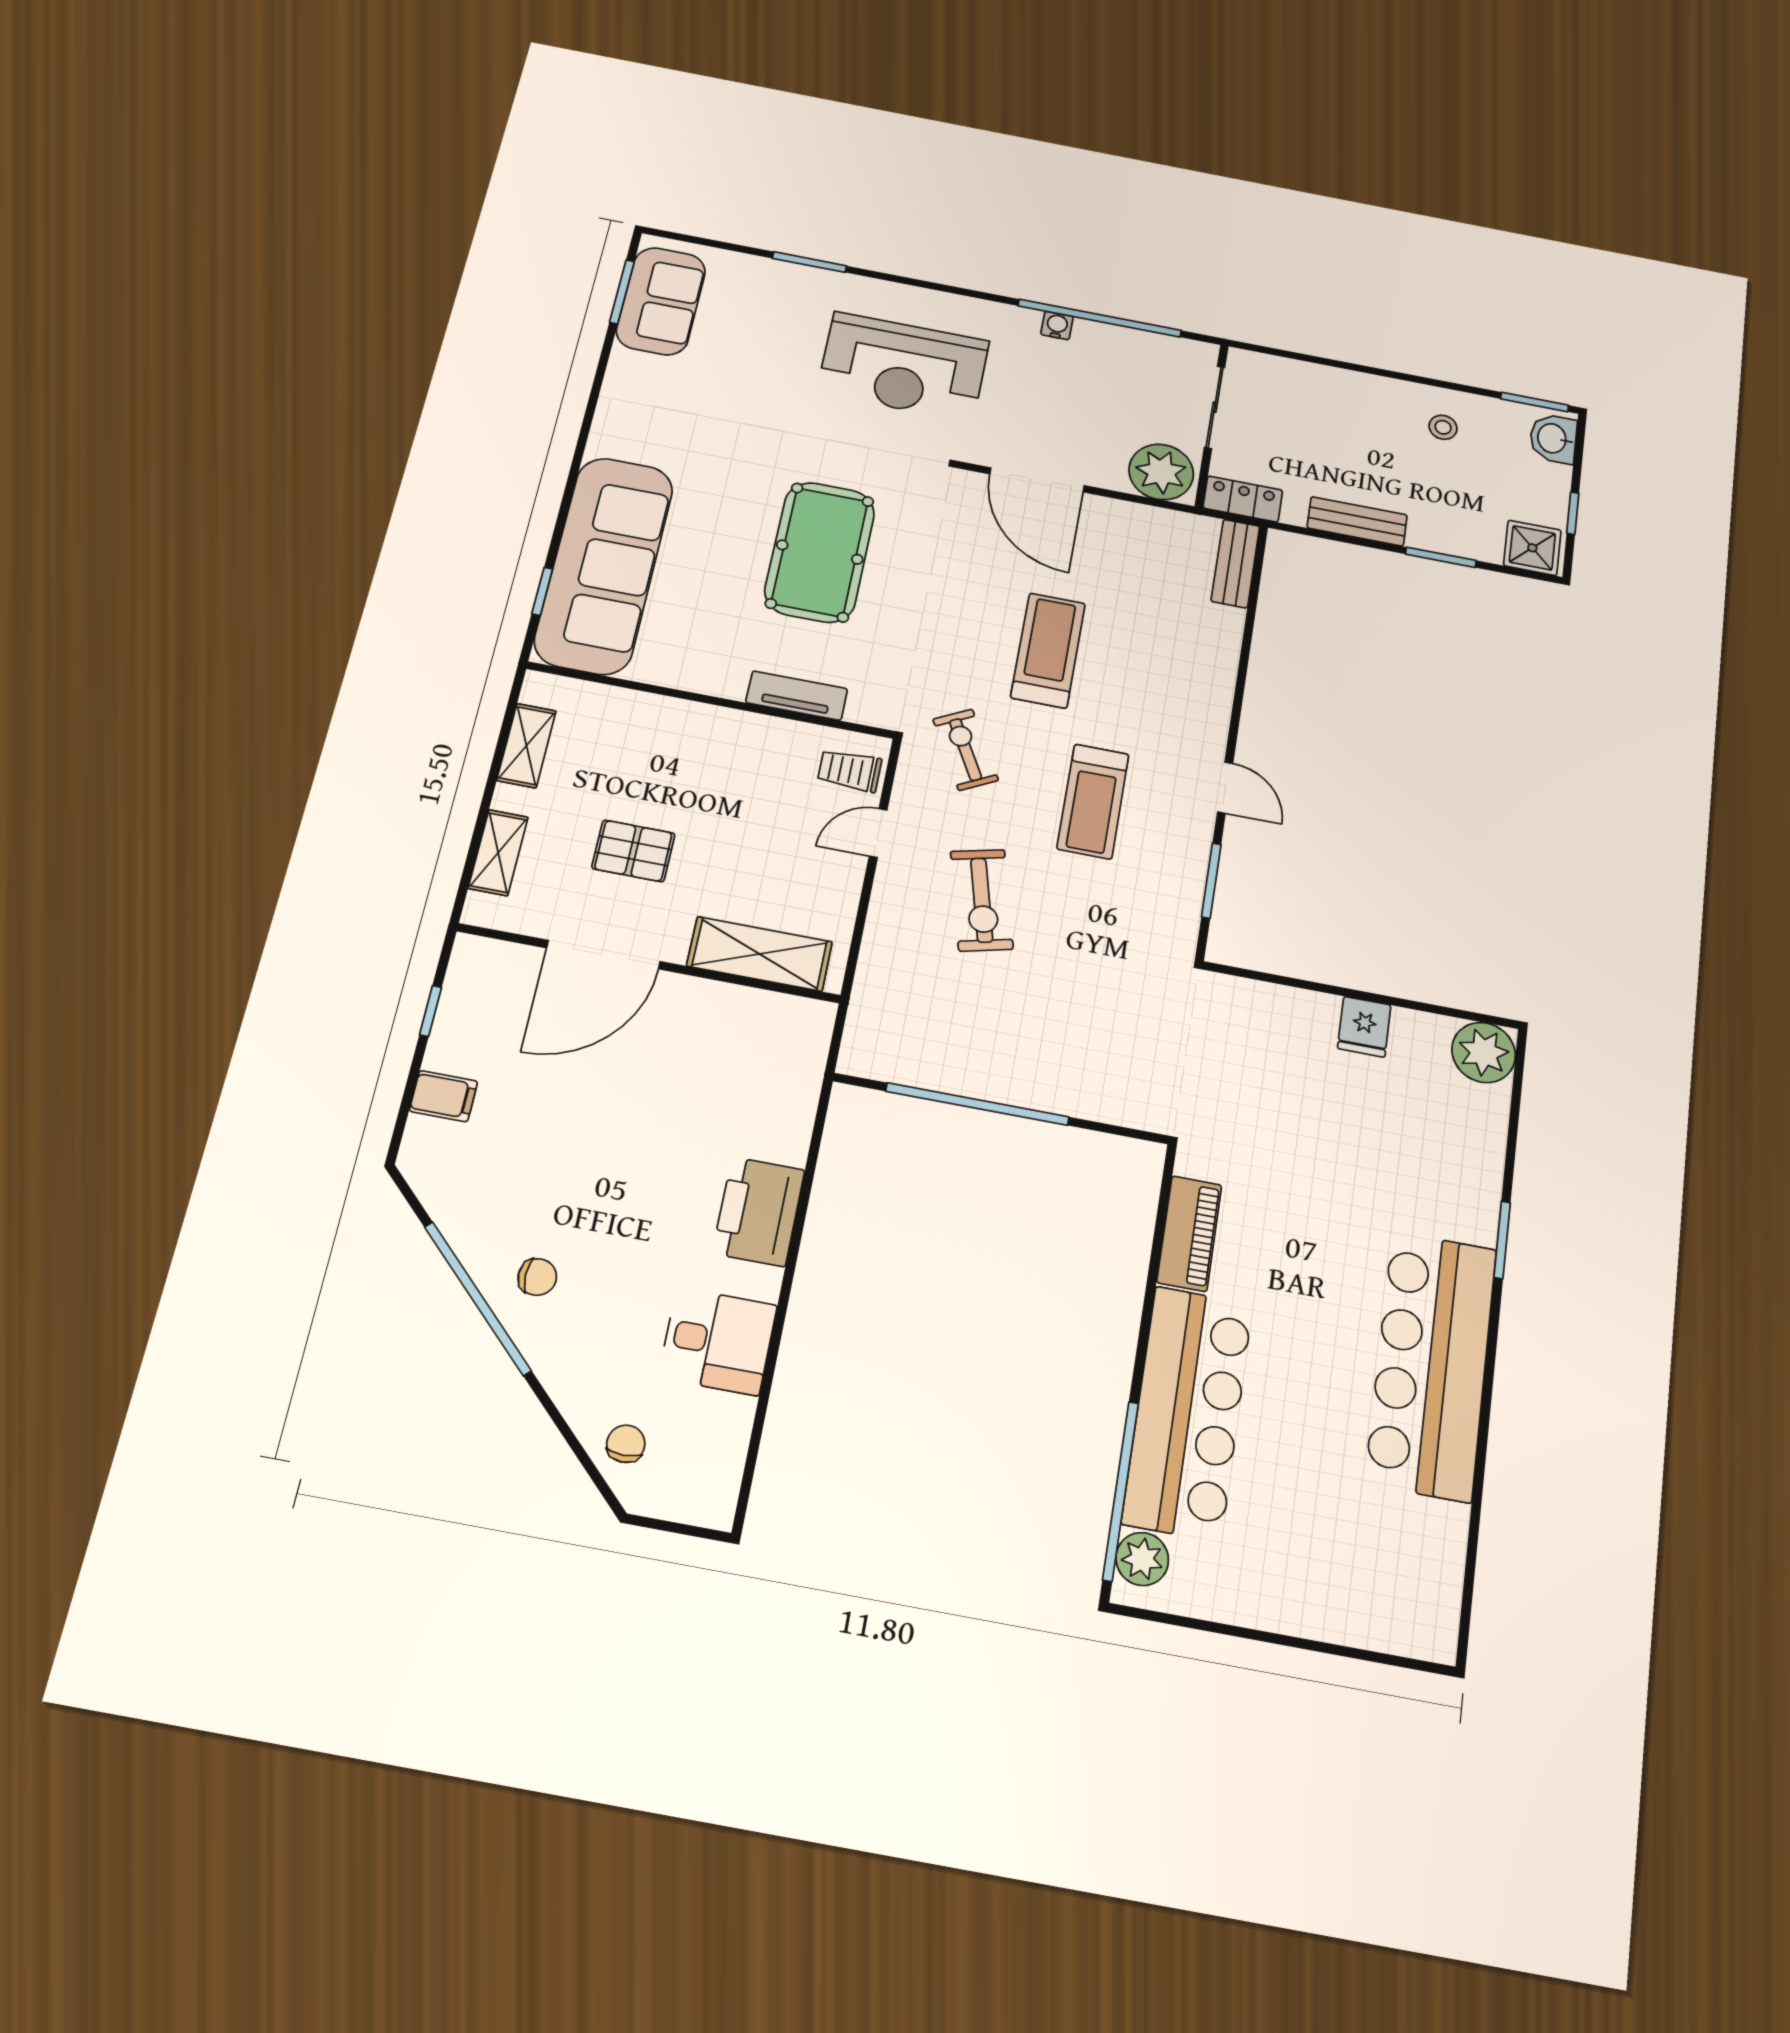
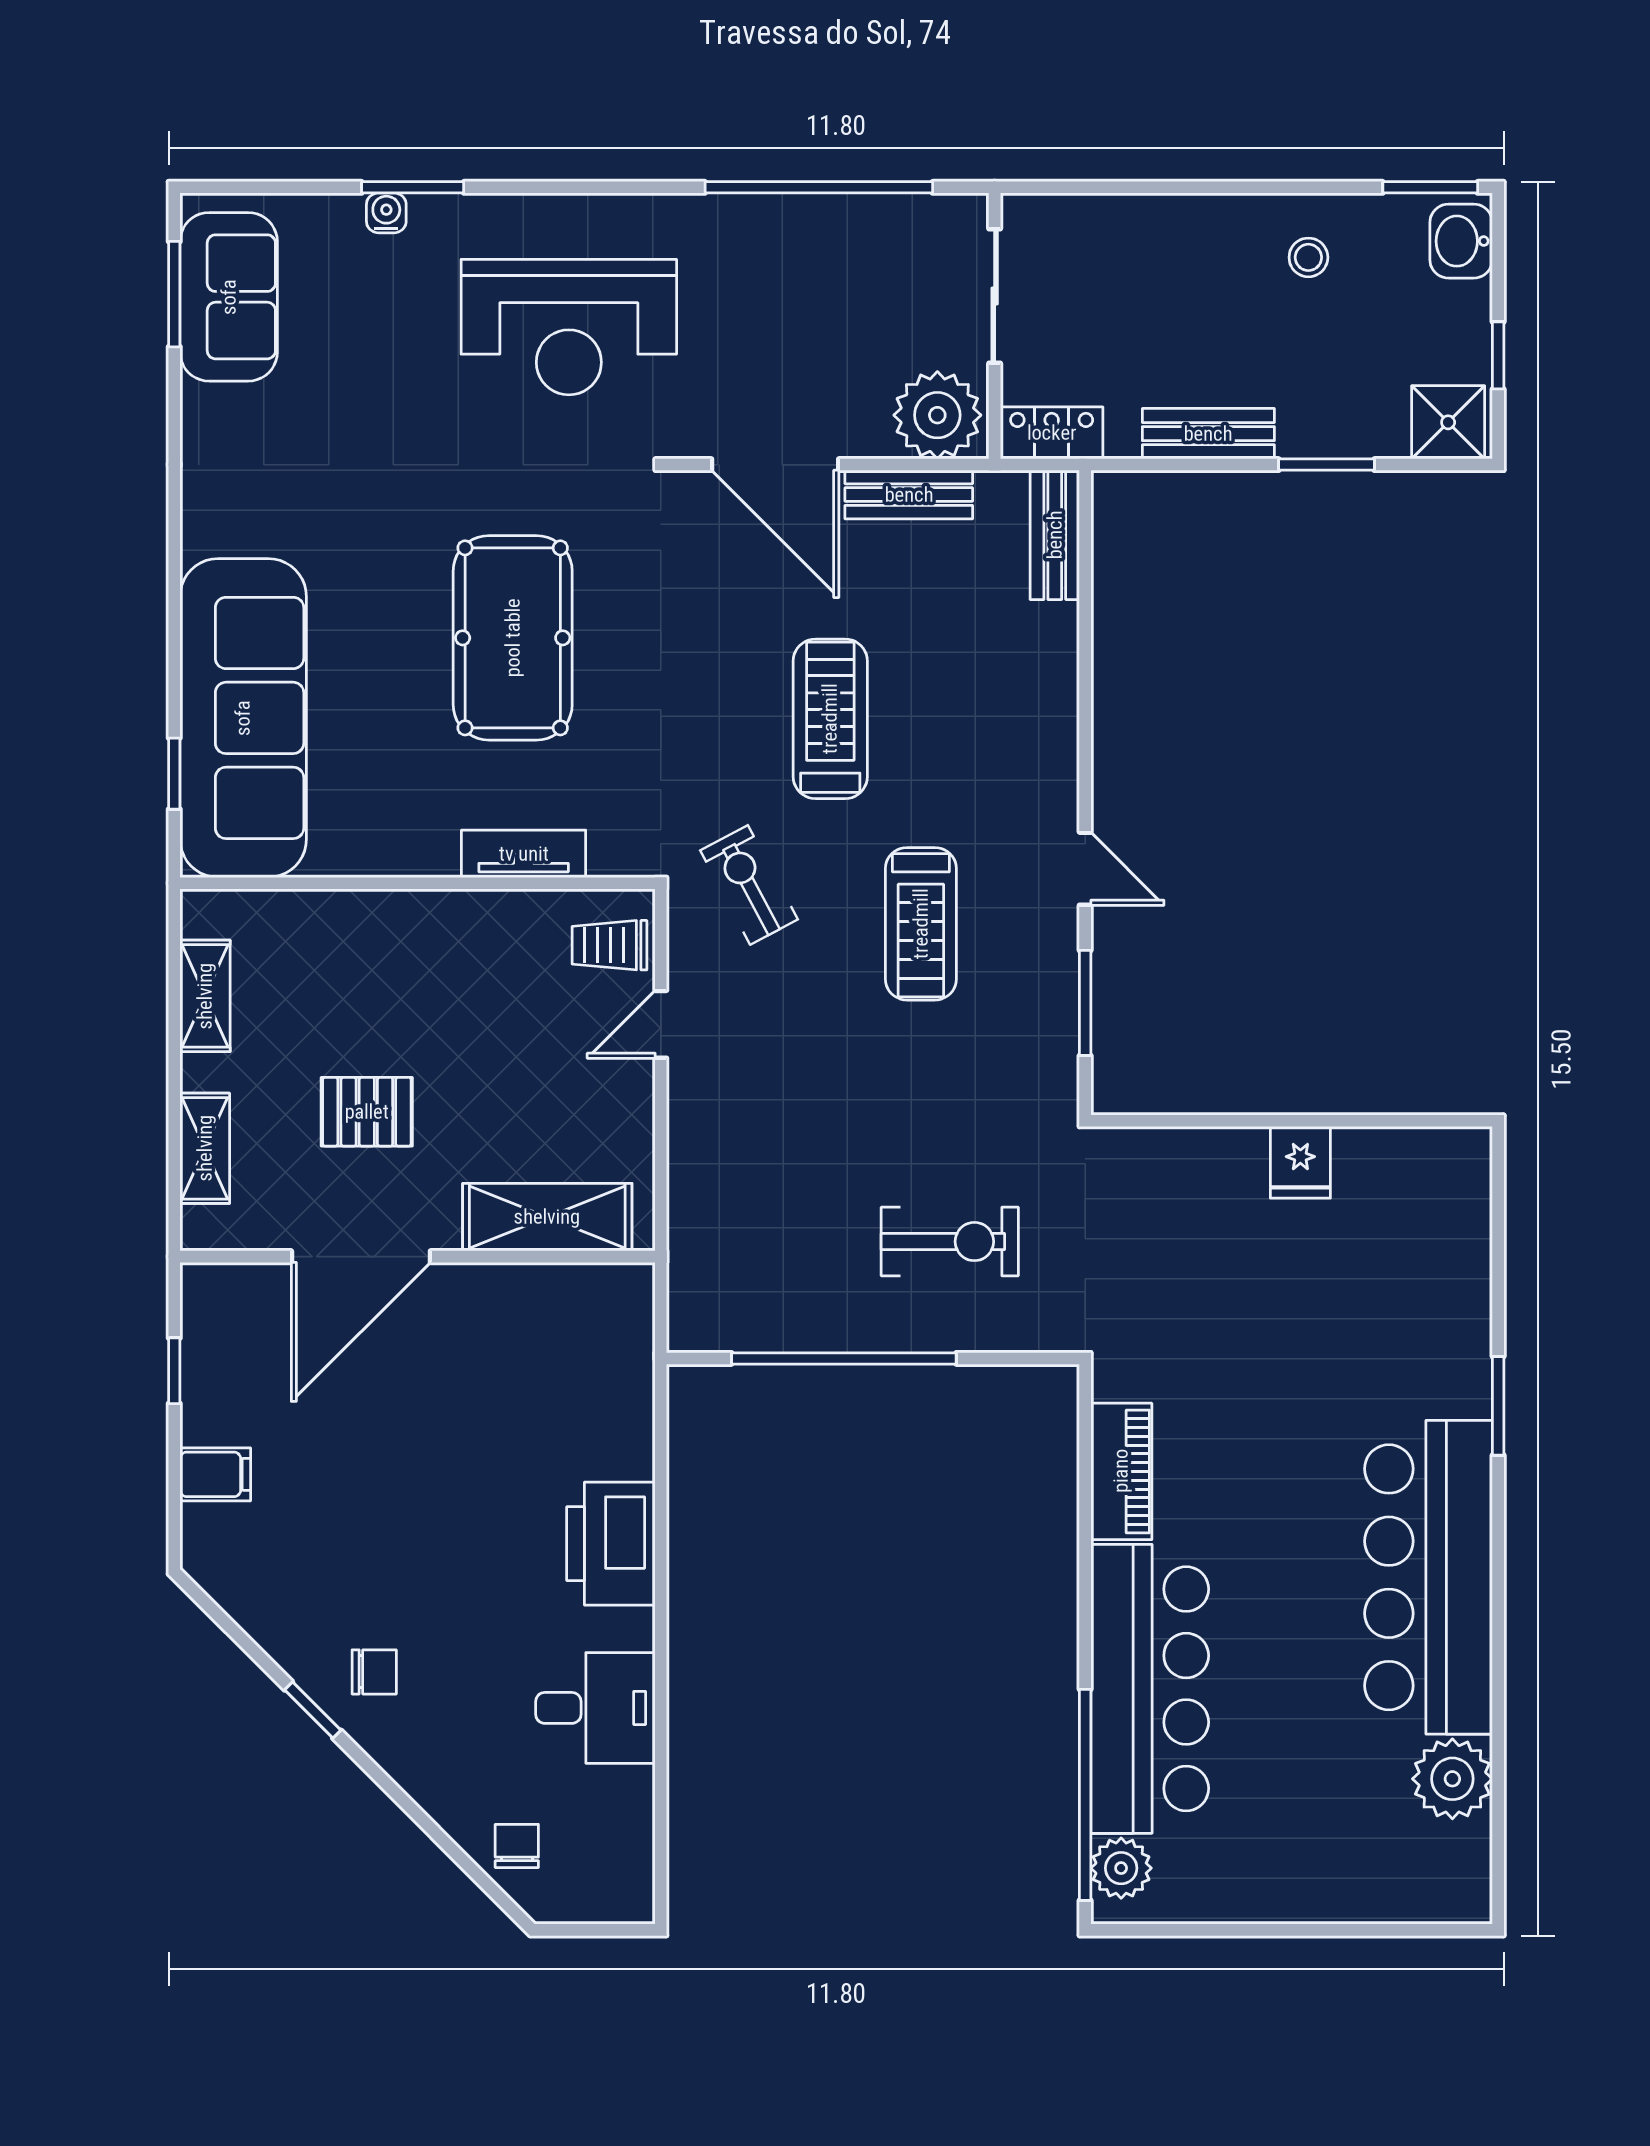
water cooler: (1057, 325) -> (386, 213), moved
bench: (1132, 517) -> (909, 495), added
exercise bike: (982, 900) -> (950, 1242), moved, turned -76
plant: (1484, 1052) -> (1452, 1779), moved
window: (478, 1298) -> (313, 1710), width x0.32

